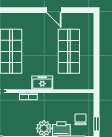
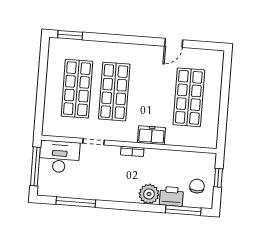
door: (54, 10) -> (174, 43), hinge flipped
window: (96, 124) -> (218, 178), moved

